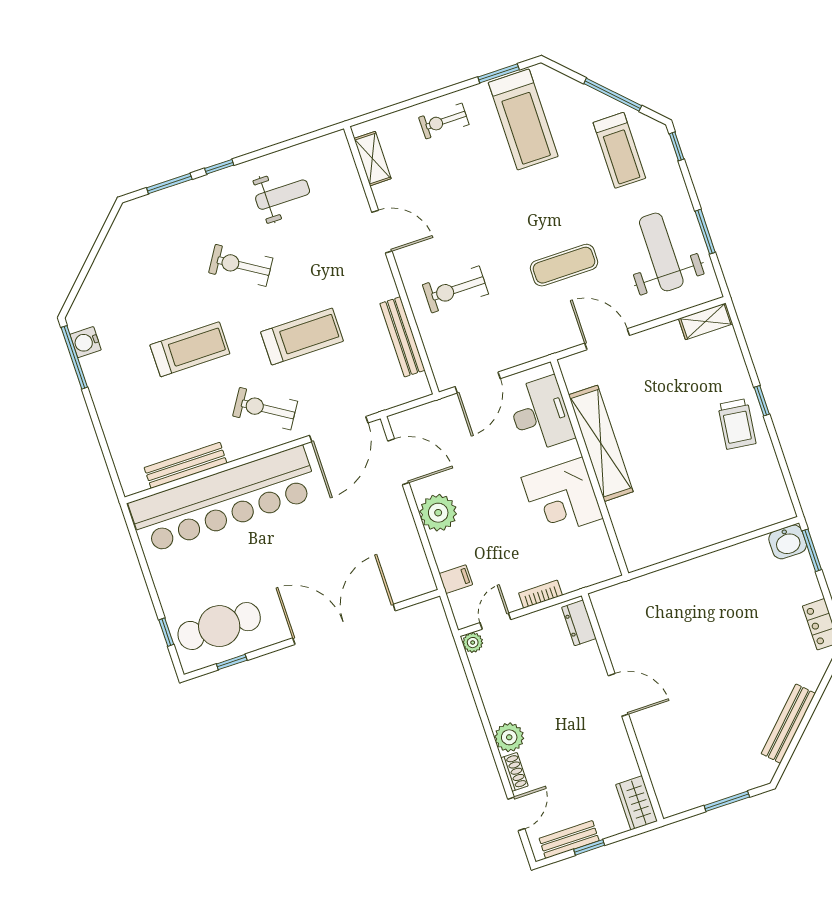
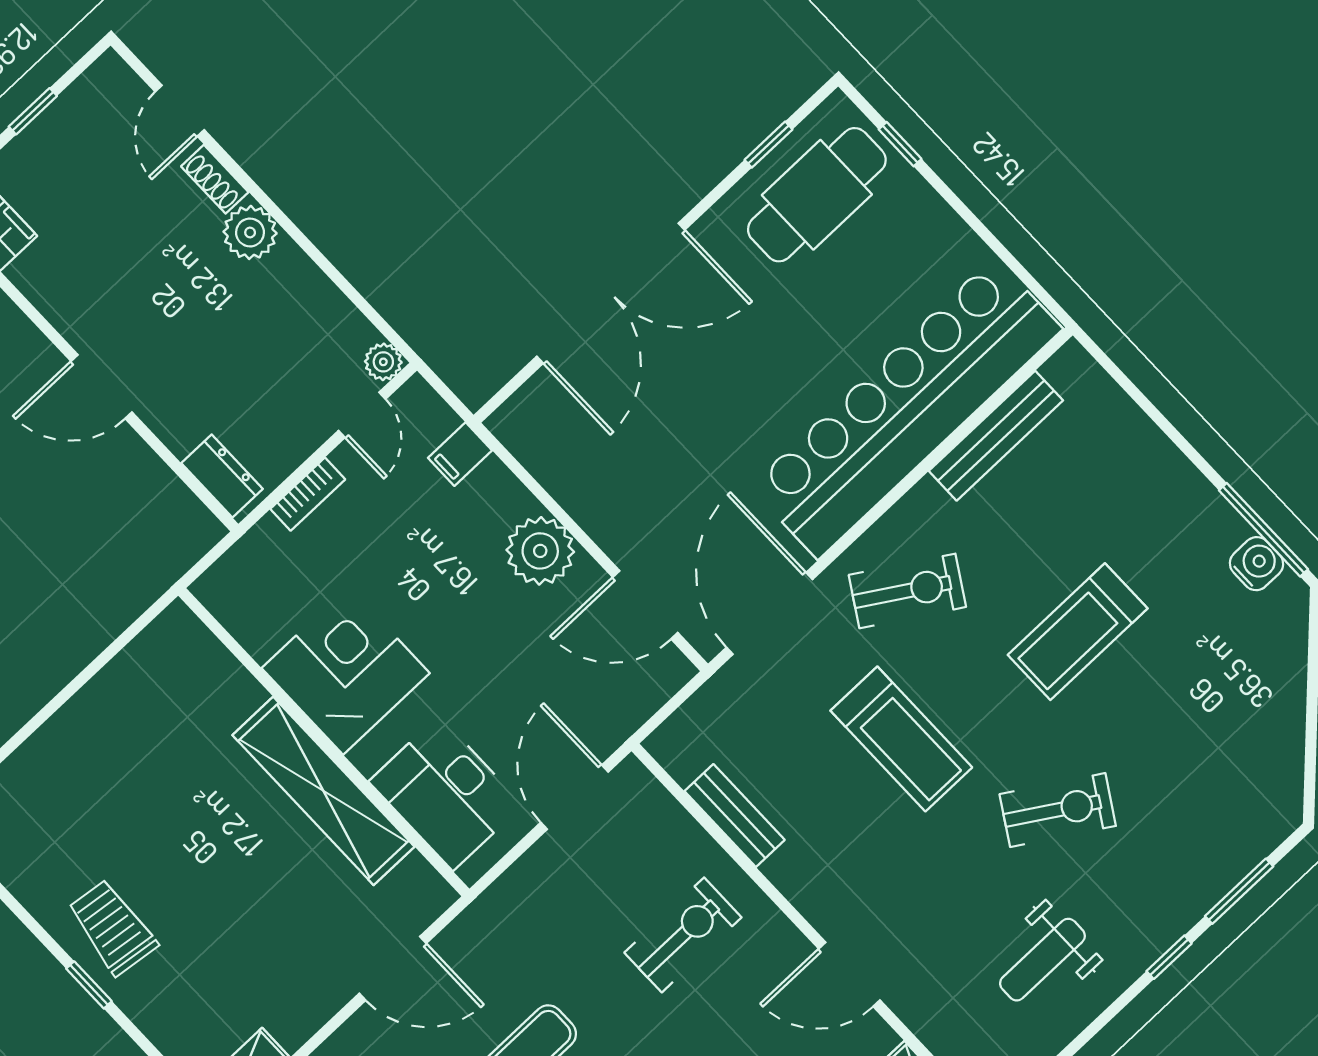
treadmill: (302, 337) -> (901, 739), turned -90
bench: (402, 337) -> (735, 816), width x0.73
bench: (569, 840) -> (72, 109), removed

